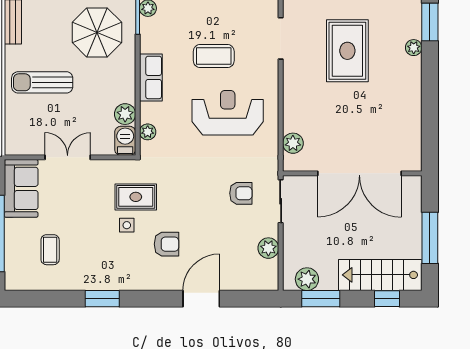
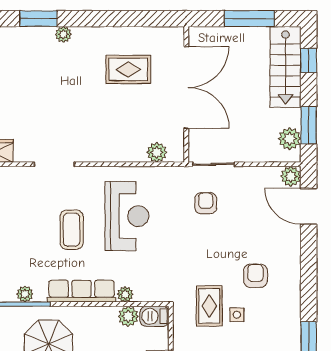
rug: (347, 51) -> (128, 69), moved, width x0.73, depth x0.70
row of seats: (151, 77) -> (81, 291), width x1.48
reception desk: (228, 113) -> (127, 216), turned 180
plant: (148, 132) -> (125, 294), moved
plant: (268, 248) -> (291, 176), moved
door: (201, 299) -> (309, 206), moved

